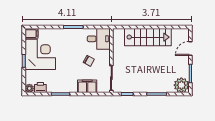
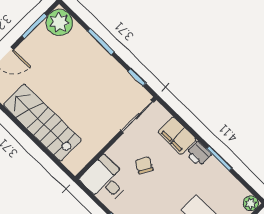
printer: (40, 88) -> (198, 154), moved

